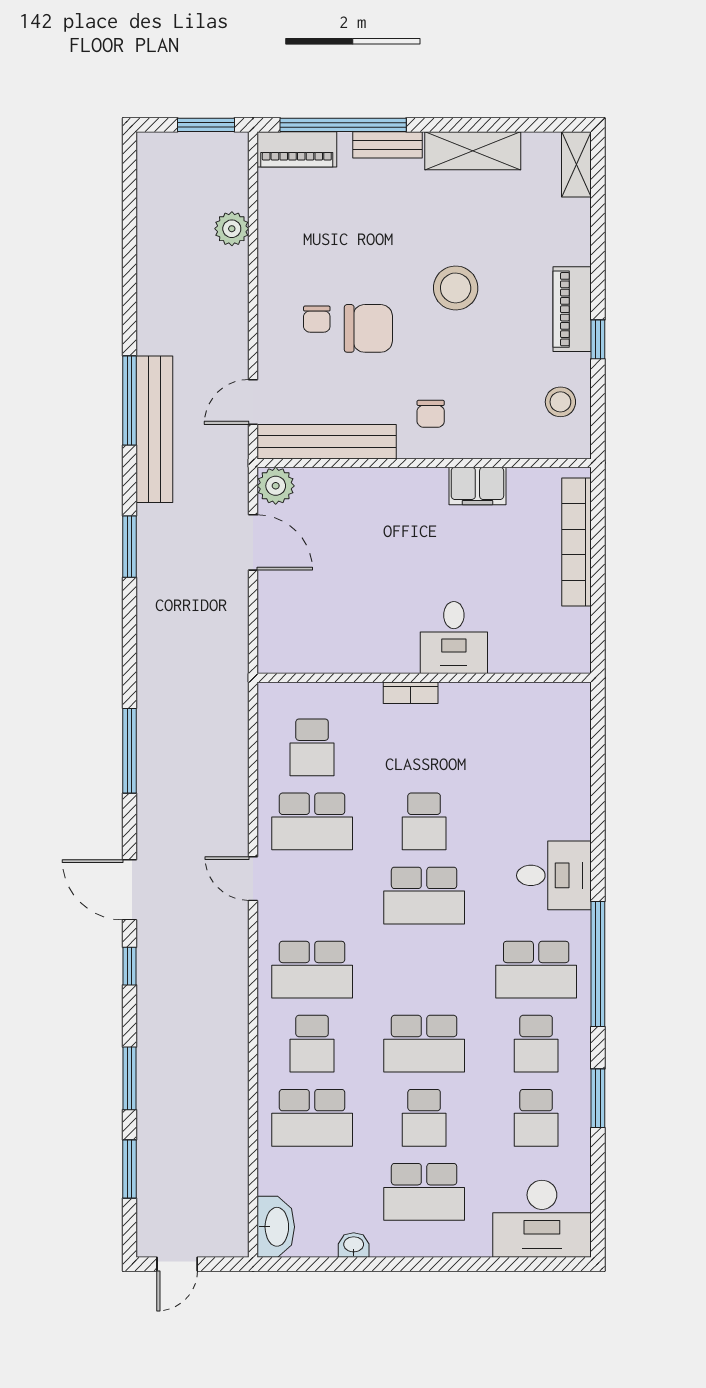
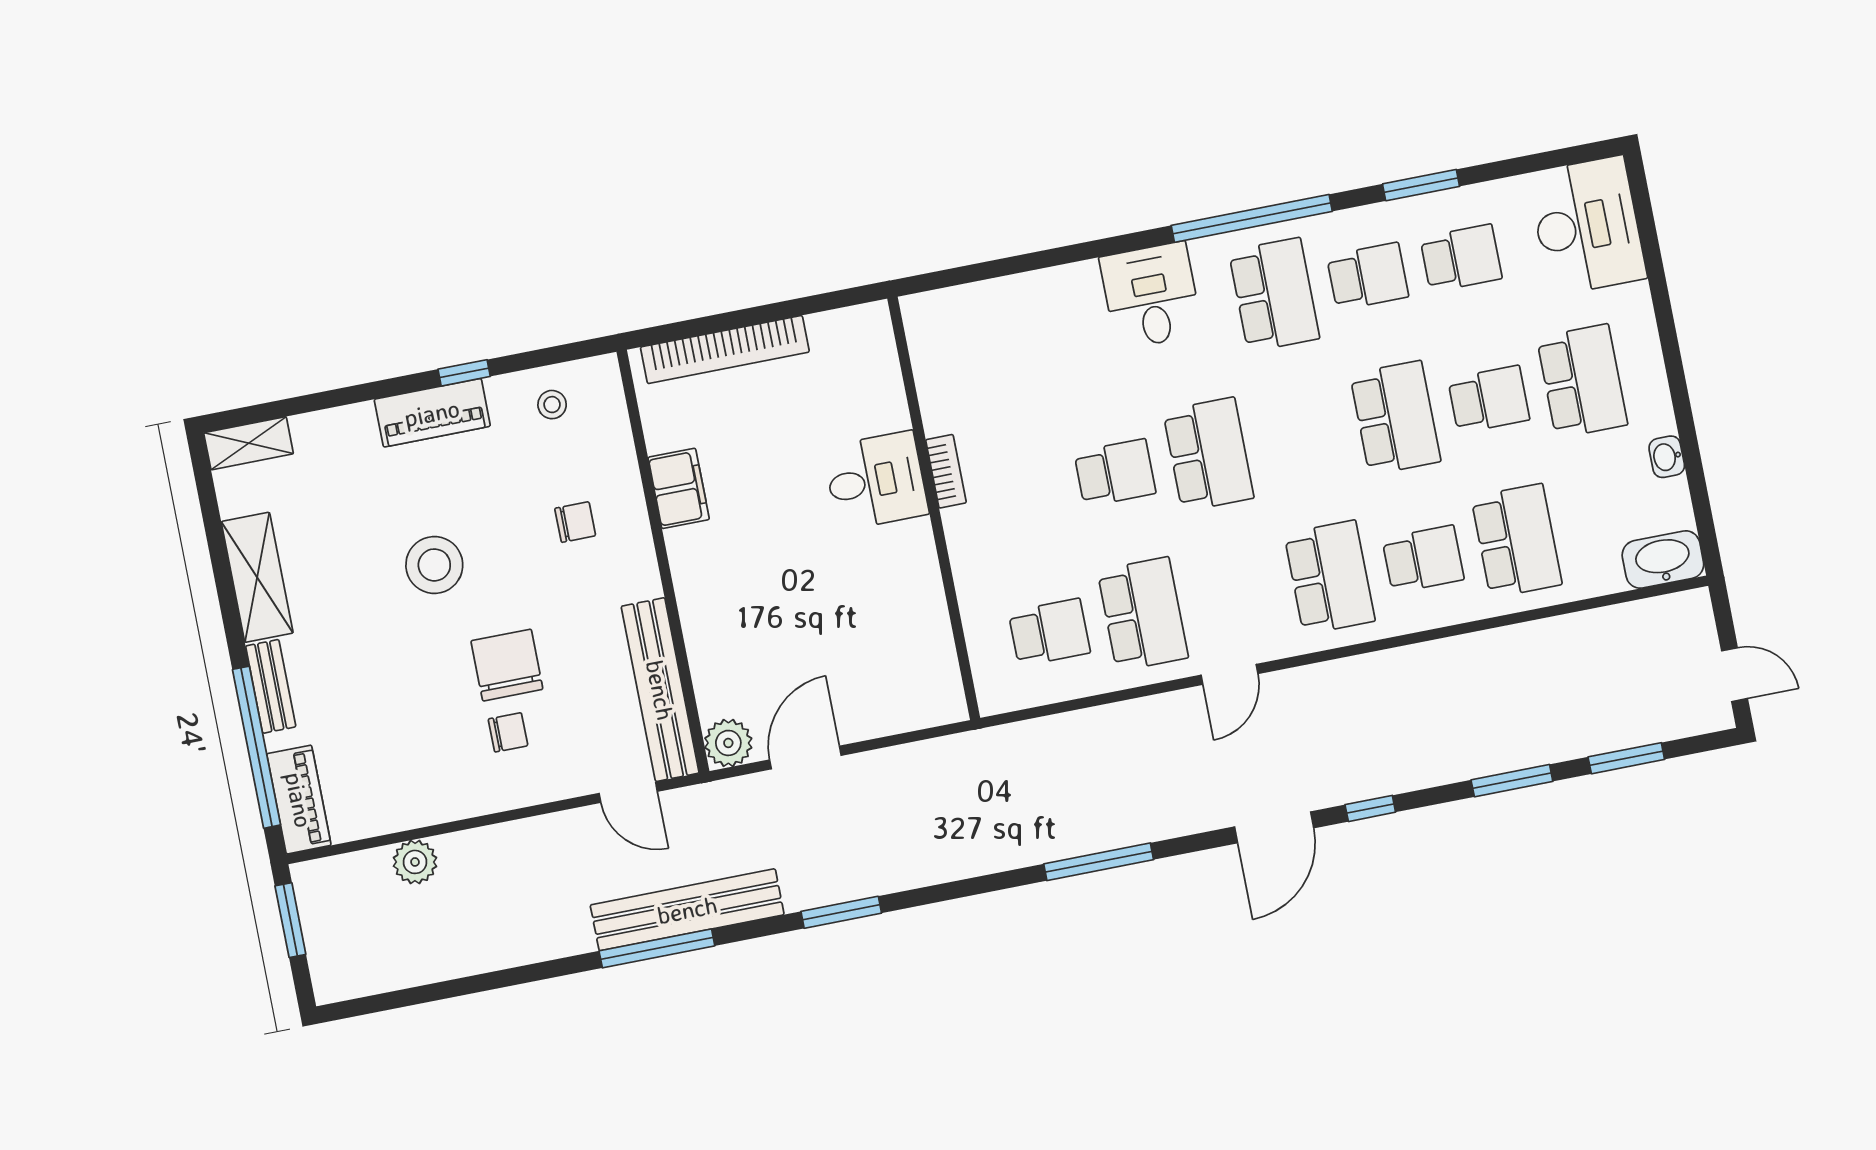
stool: (560, 402) -> (552, 405), width x0.73, depth x0.73
chair: (431, 414) -> (575, 522), moved
bookcase: (411, 693) -> (946, 471), moved

